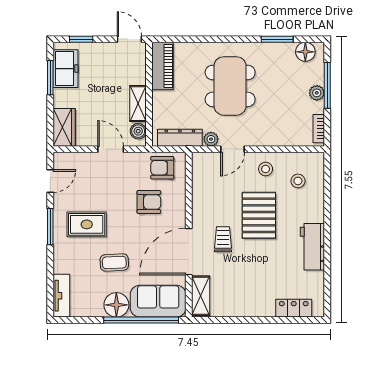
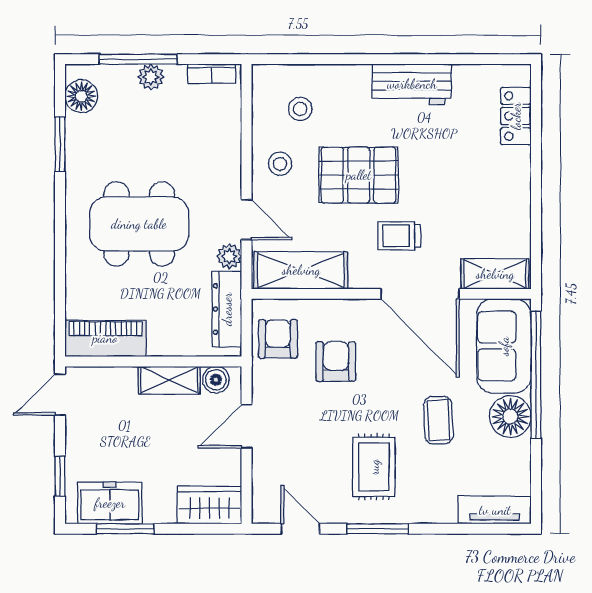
armchair: (162, 168) -> (278, 339), turned 180
shelving: (203, 181) -> (301, 270), added

